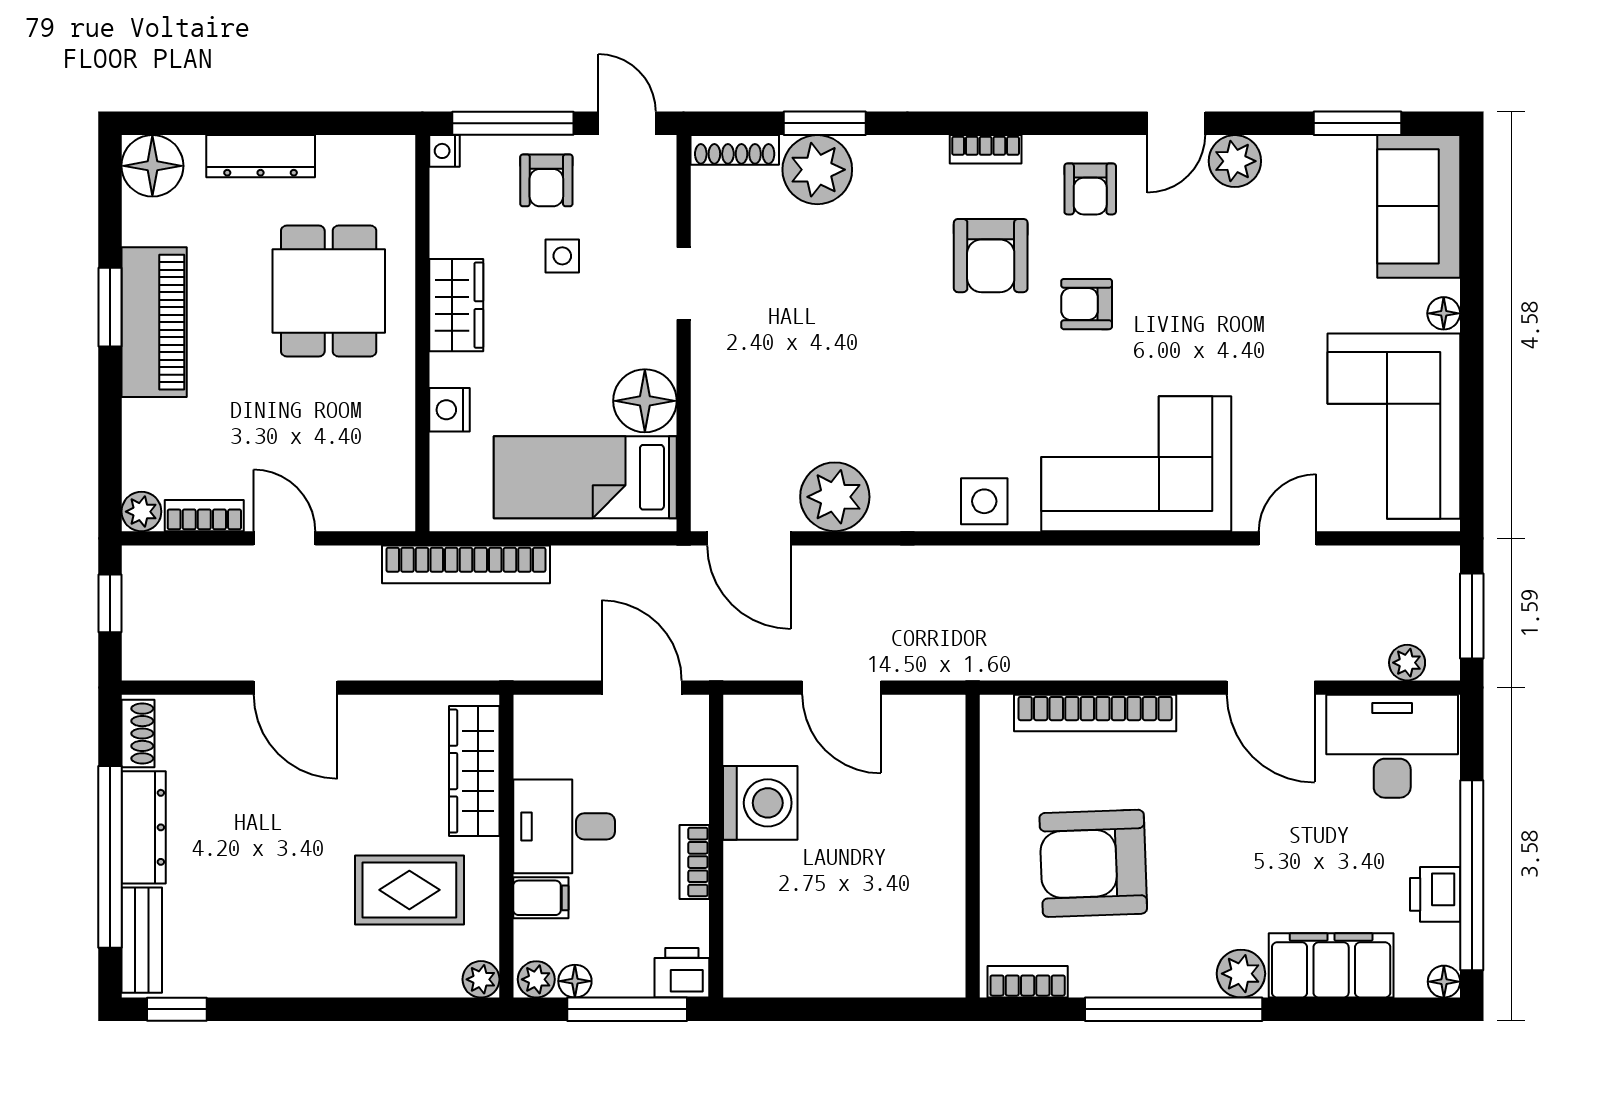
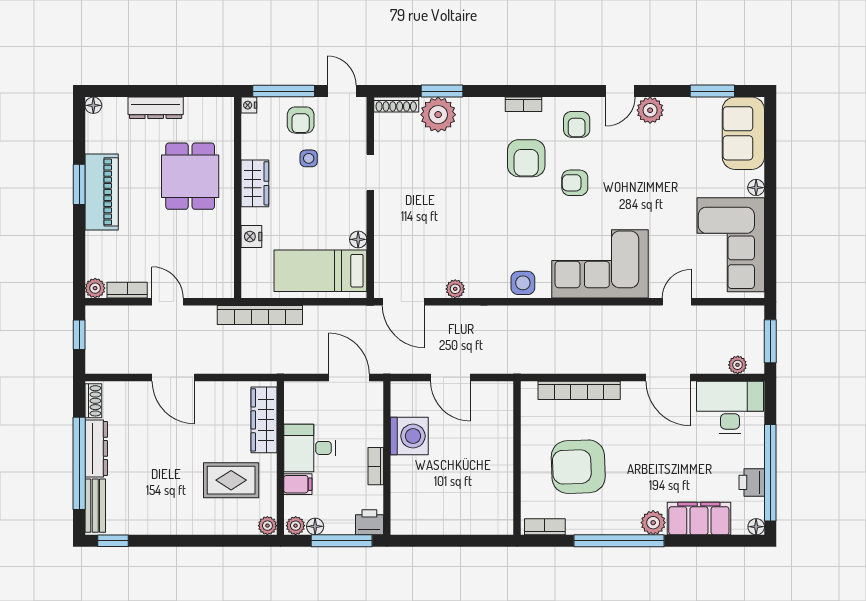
floor lamp: (152, 166) -> (93, 105), width x0.53, depth x0.53
floor lamp: (645, 401) -> (358, 239), width x0.53, depth x0.53
plant: (835, 497) -> (455, 289), width x0.53, depth x0.53

